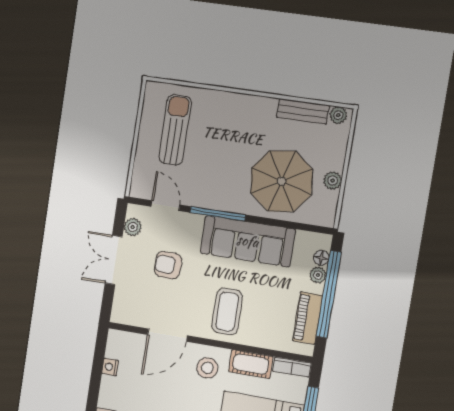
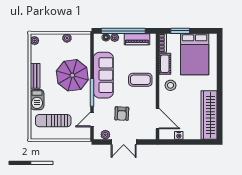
barbecue: (221, 104) -> (37, 100), added
bench: (303, 111) -> (35, 76), moved
parasol: (281, 181) -> (72, 75), moved
door: (167, 335) -> (157, 119), moved

